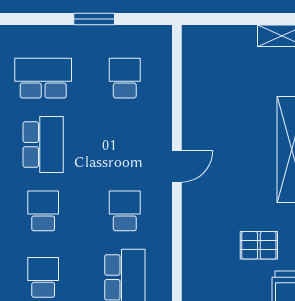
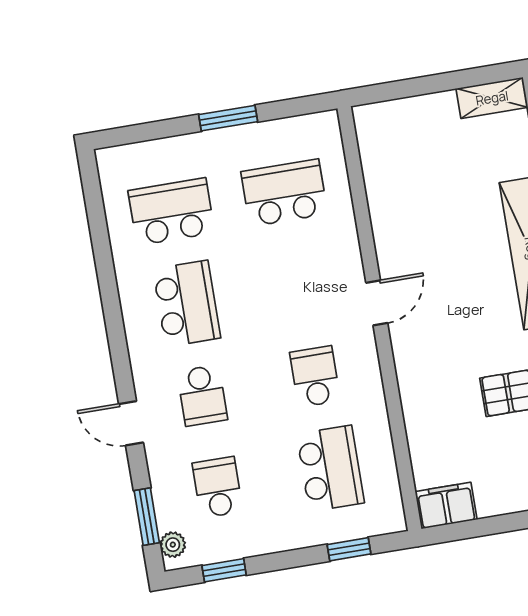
school desk: (125, 78) -> (284, 193), width x1.85
school desk: (43, 211) -> (202, 395), turned 180

